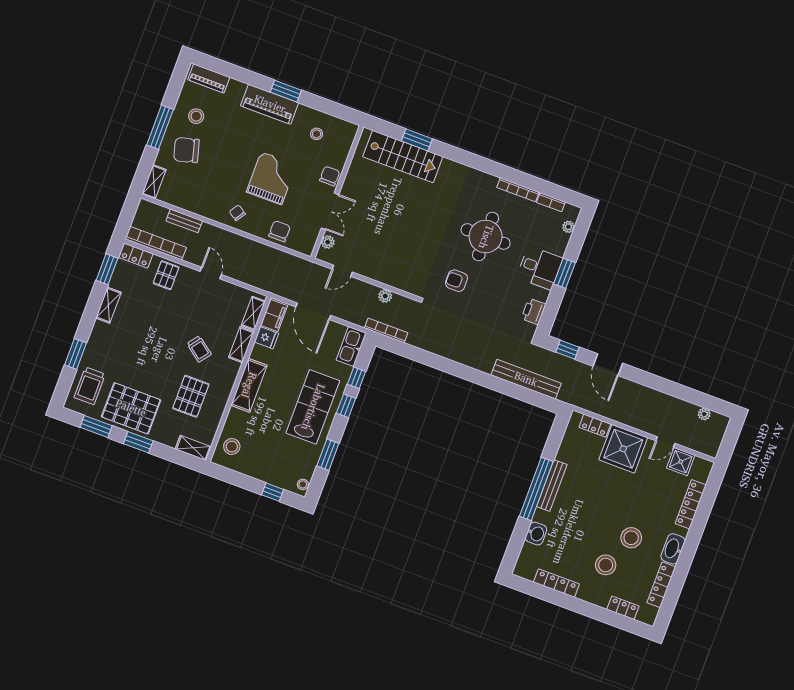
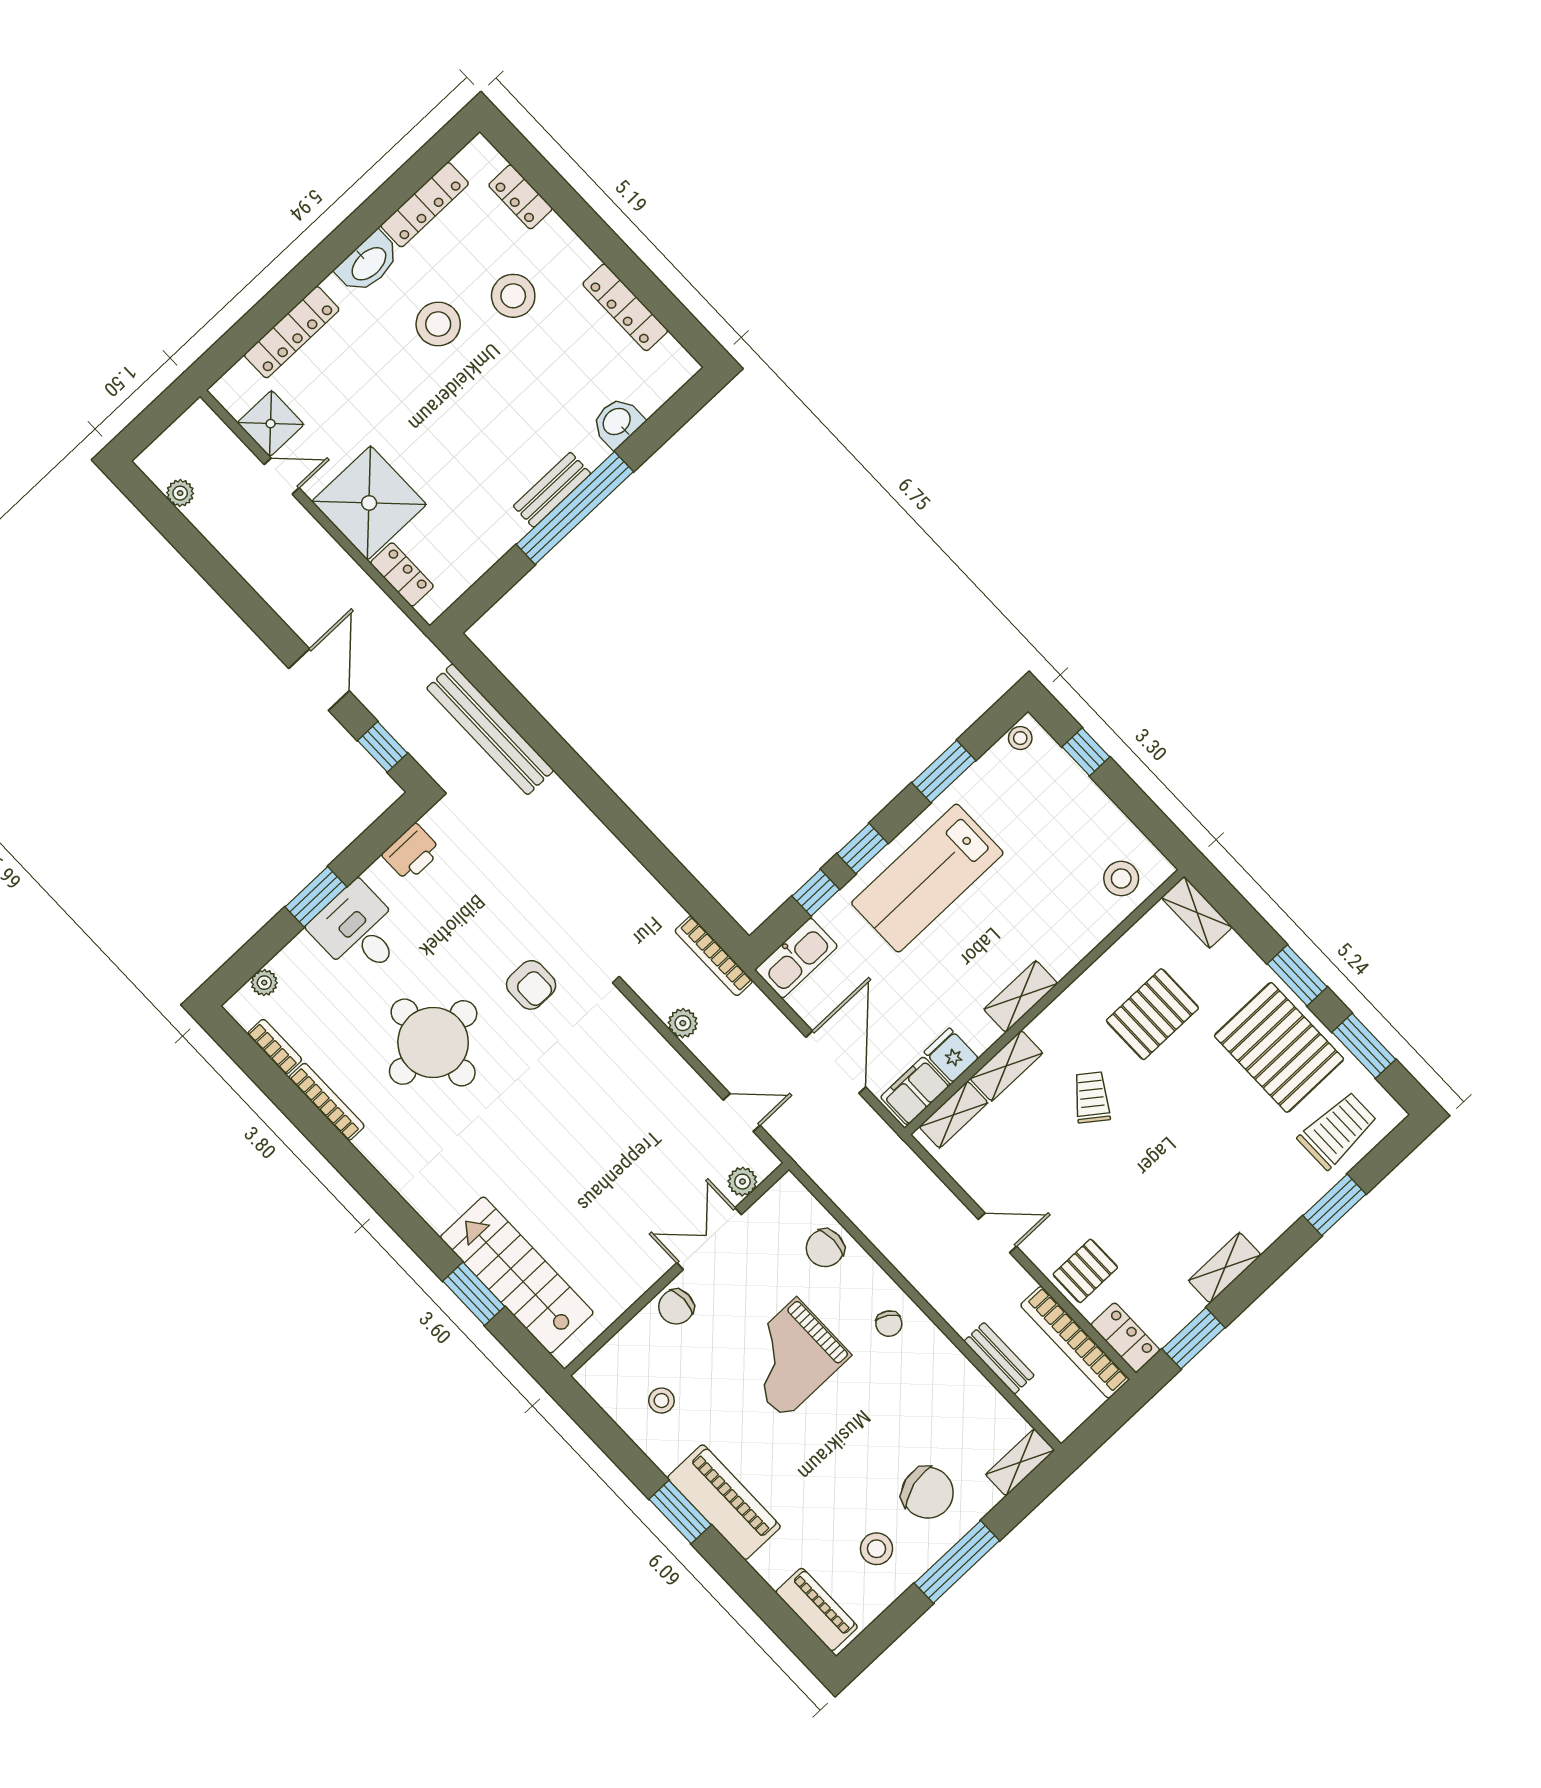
door: (211, 273) -> (997, 1233), swing flipped
shelving: (249, 385) -> (1021, 996), width x0.67, depth x0.75
bench: (552, 486) -> (552, 490), width x0.73

